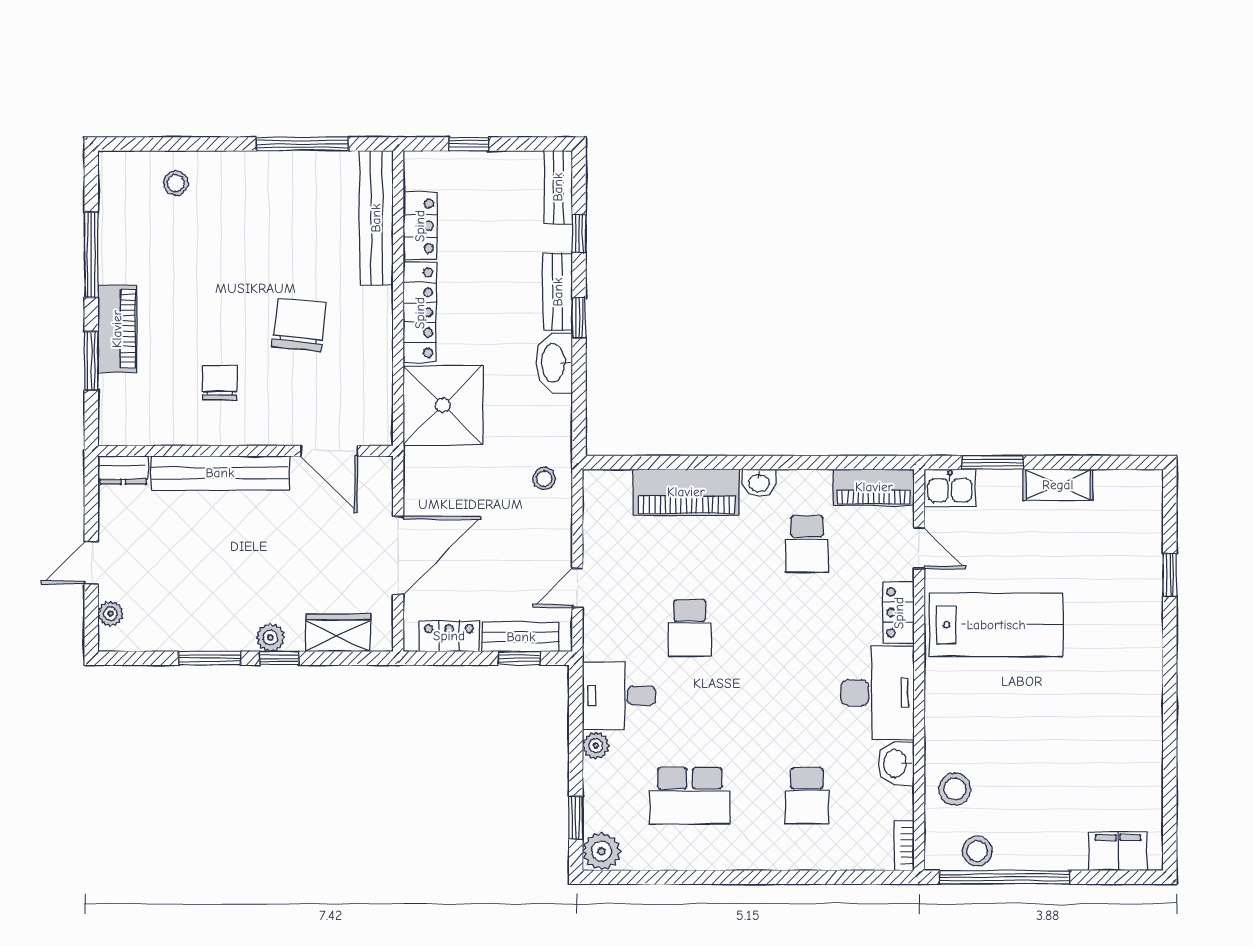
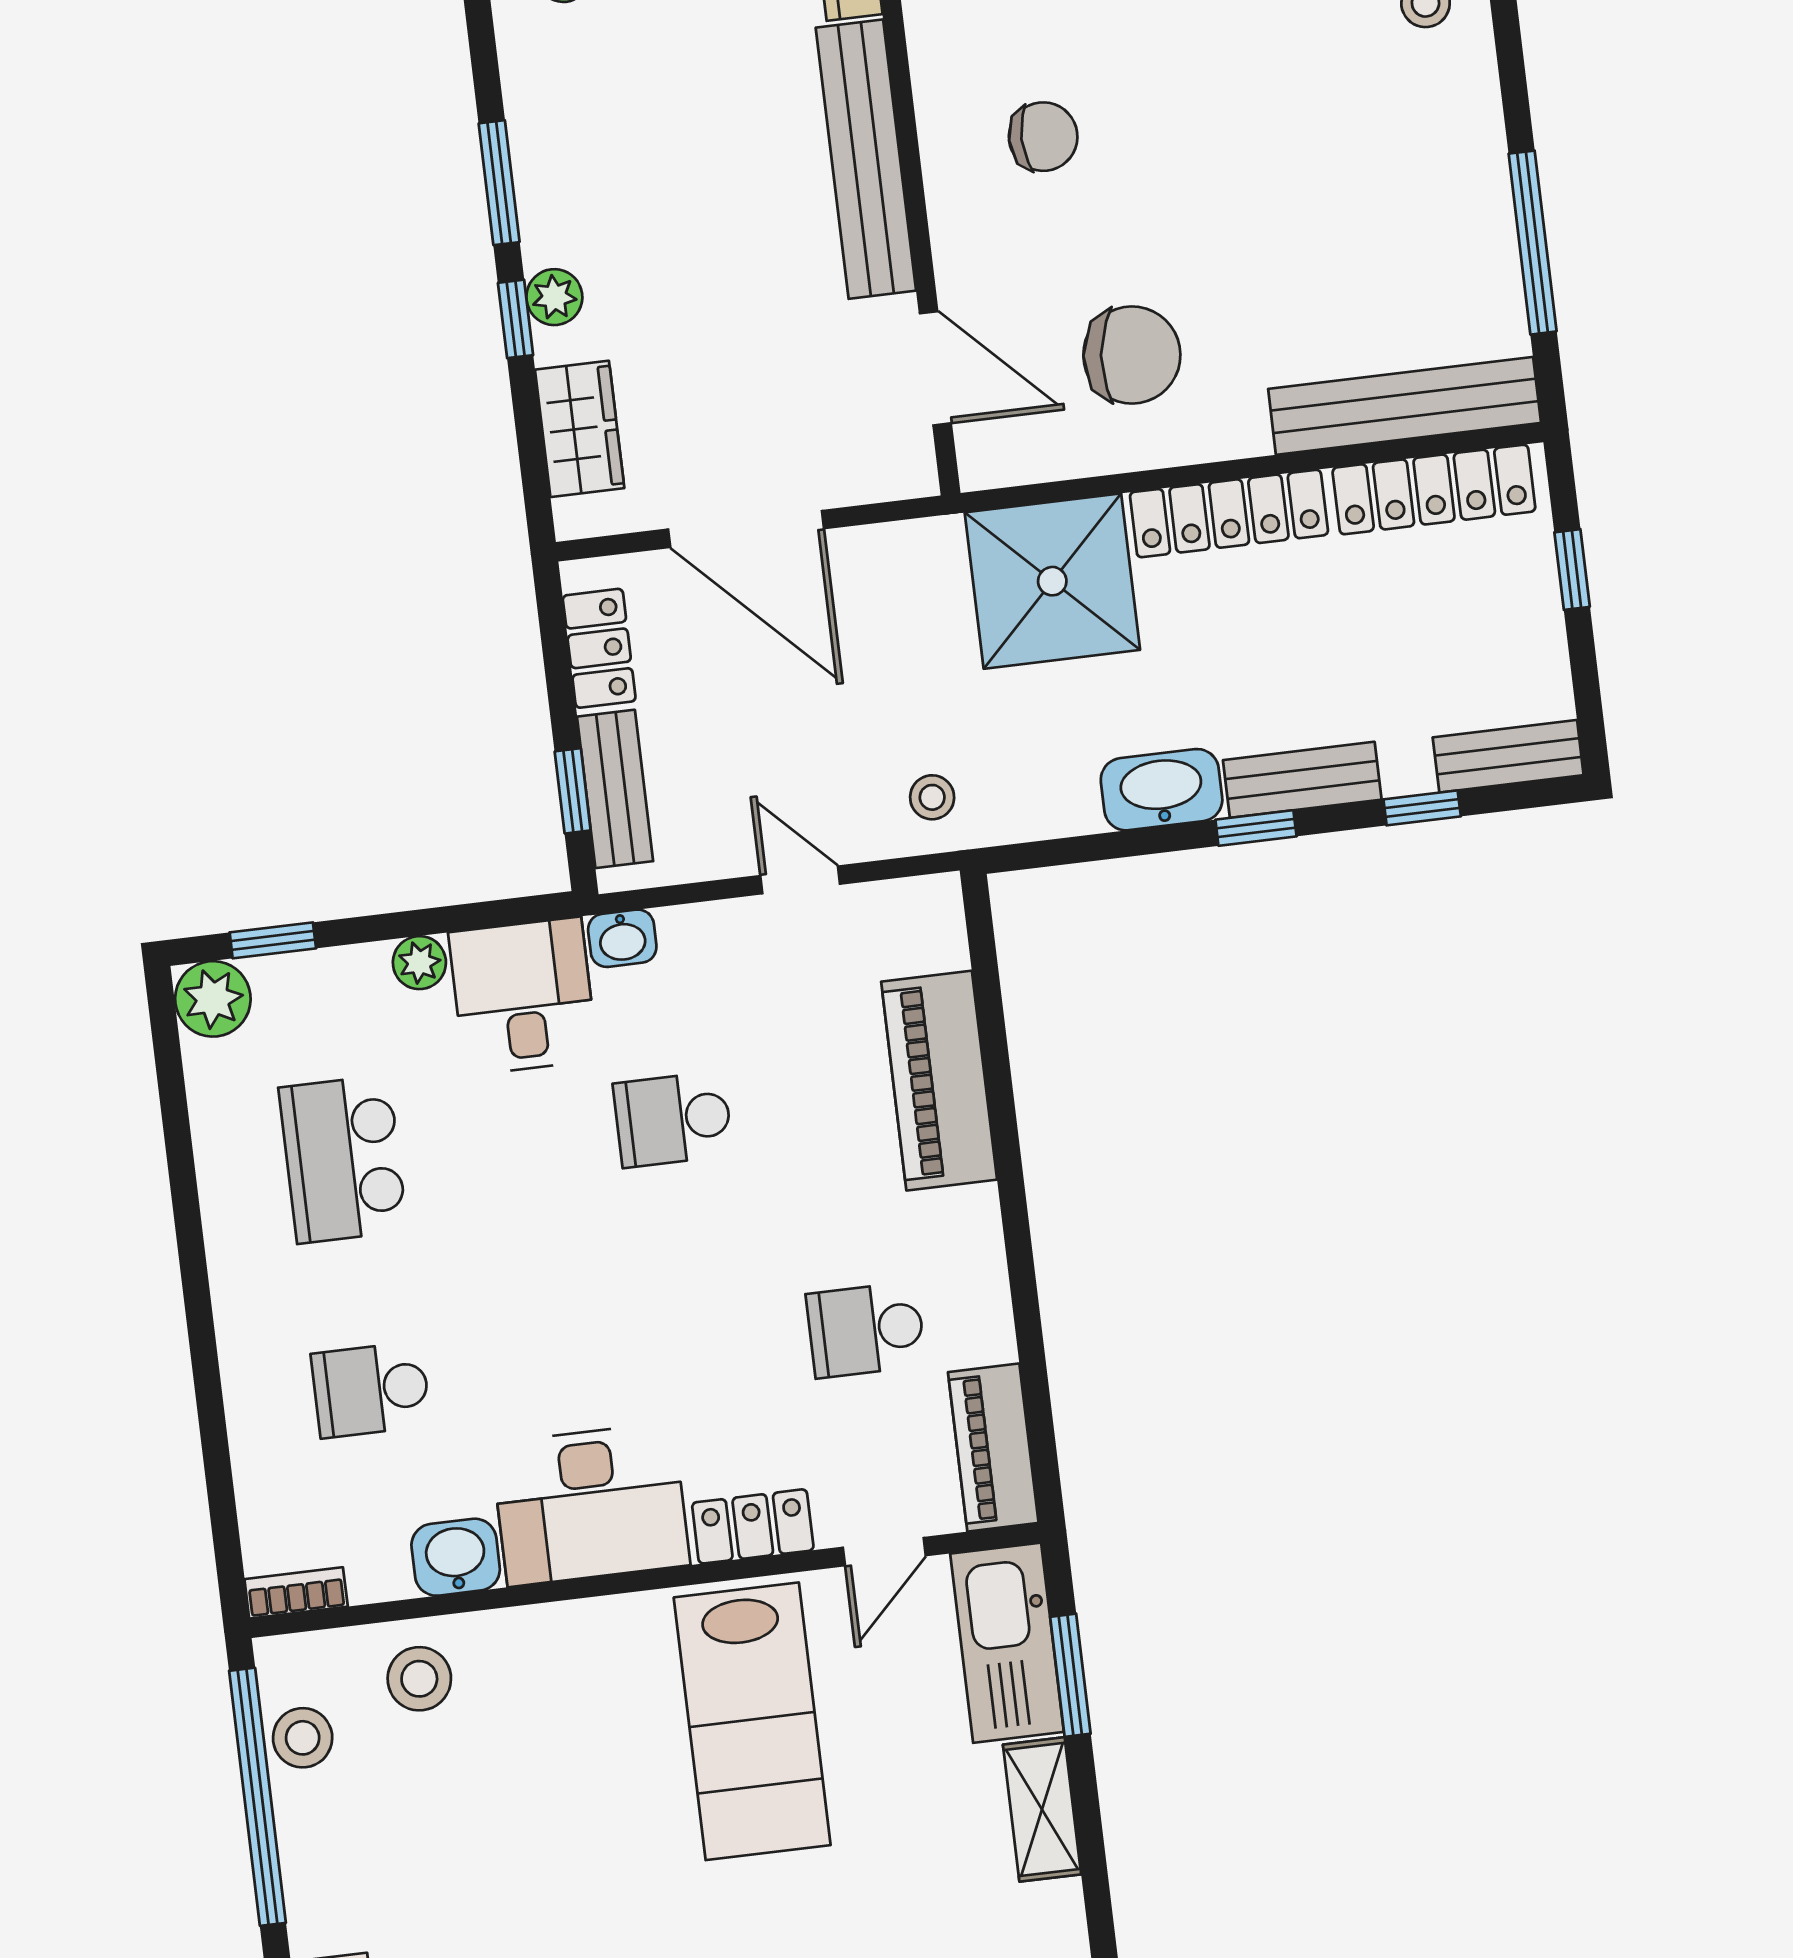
locker: (420, 226) -> (1434, 490), width x1.53
chair: (299, 325) -> (1132, 355), moved
door: (329, 451) -> (935, 368), swing flipped
washbasin: (759, 483) -> (622, 938), moved, turned -90
kitchen sink: (950, 488) -> (1007, 1643), width x1.87, depth x1.24
door: (577, 588) -> (800, 880), moved

